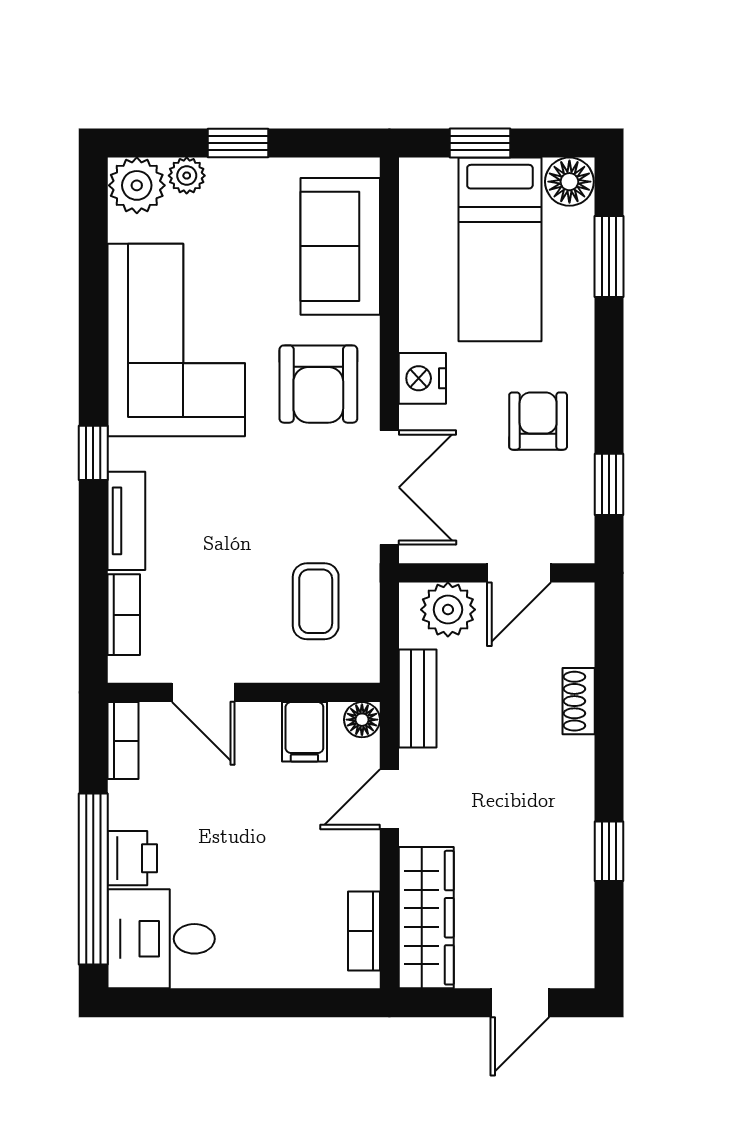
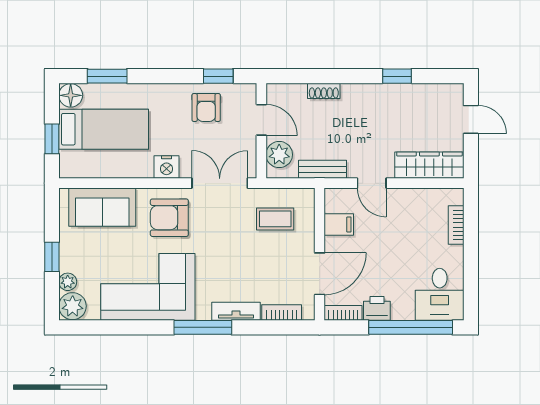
armchair: (318, 384) -> (169, 218), turned 180
armchair: (538, 421) -> (206, 108), moved, turned -90
window: (93, 453) -> (203, 327), width x2.17
door: (203, 692) -> (320, 274), width x1.38
floor lamp: (362, 720) -> (333, 196), removed
printer: (132, 858) -> (377, 308), moved
bookcase: (364, 931) -> (456, 225), moved, turned 90

